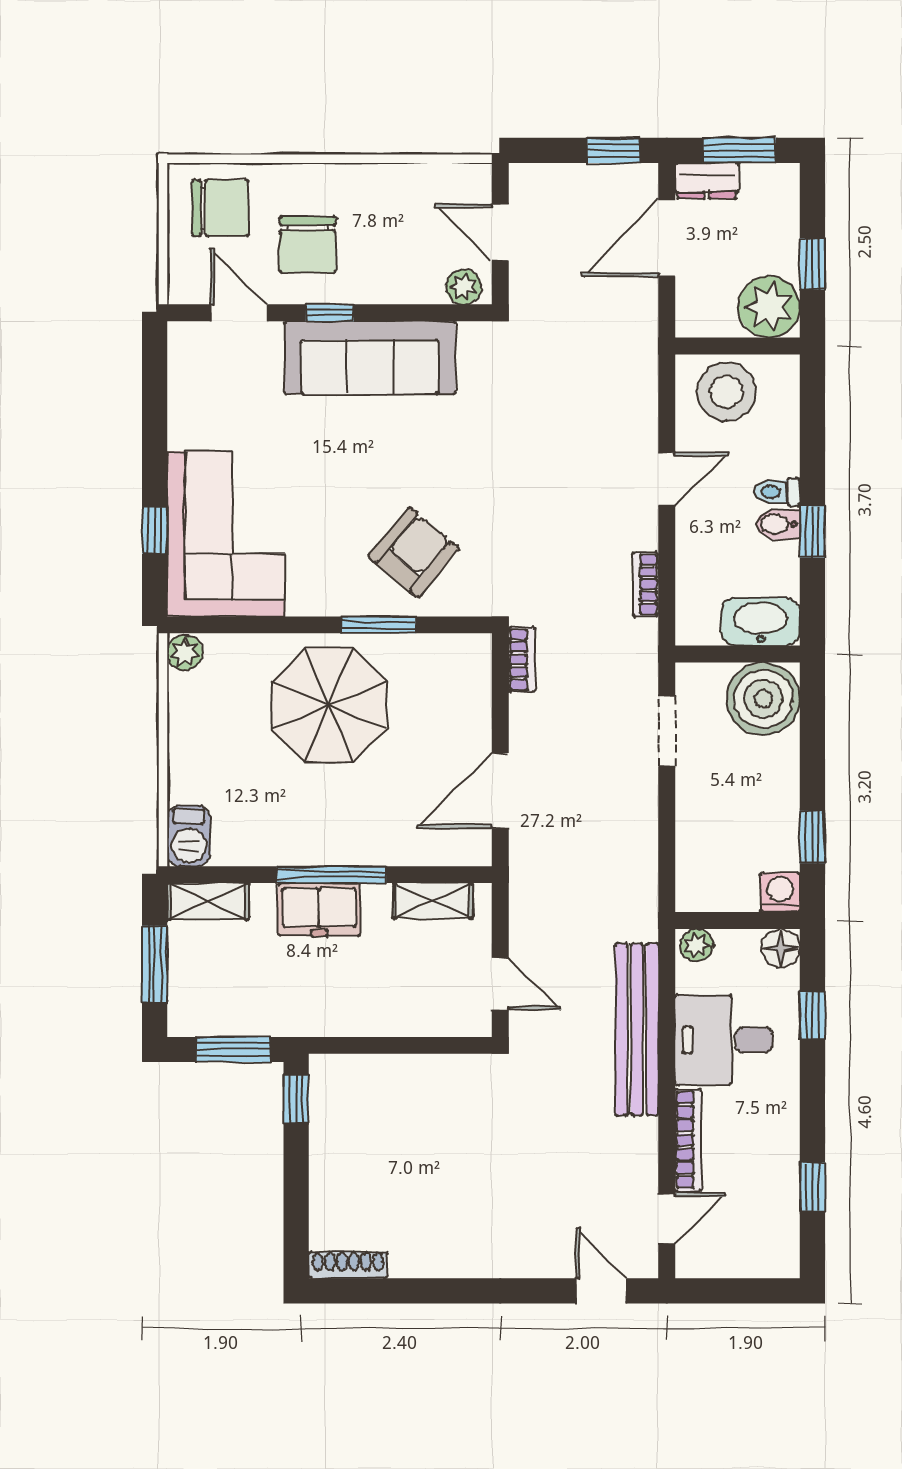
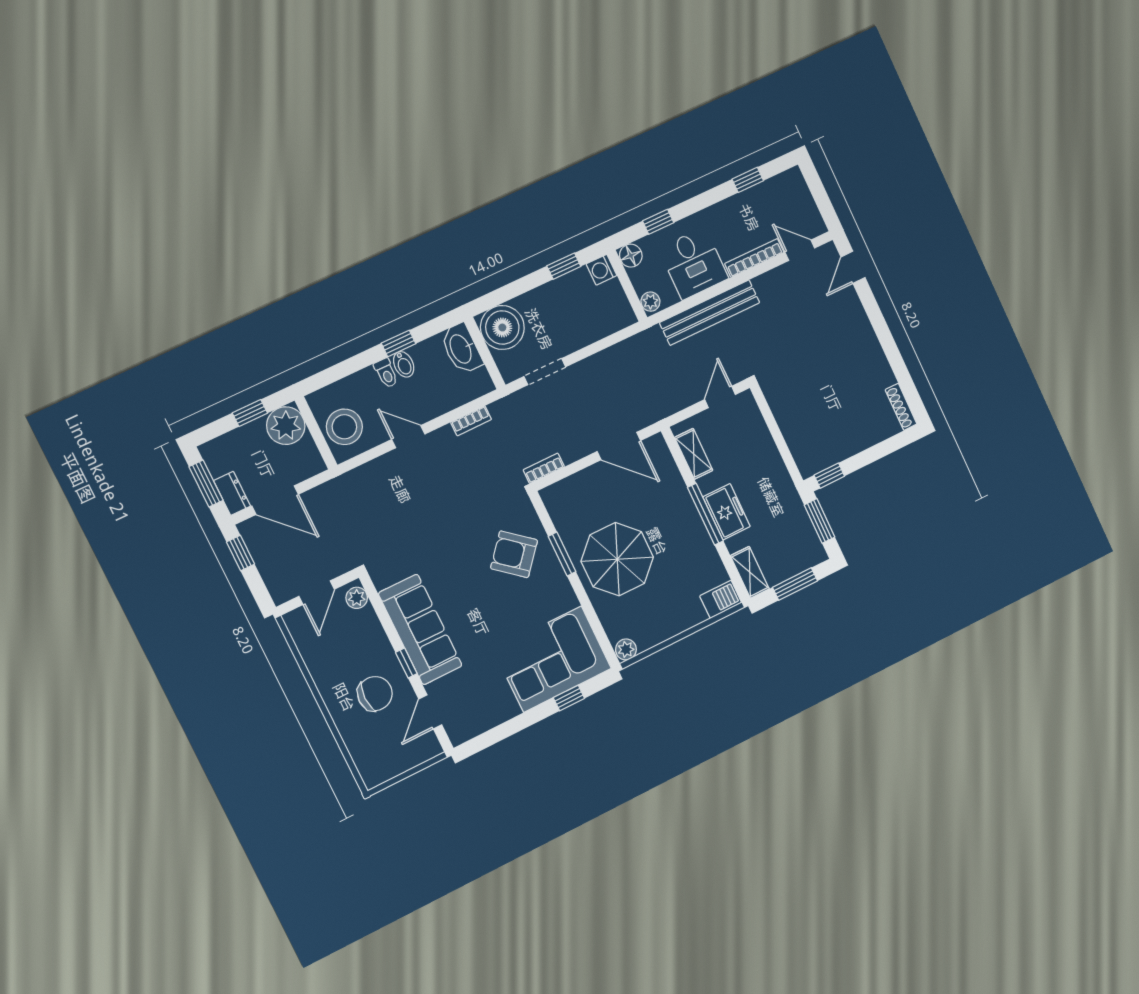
chair: (220, 208) -> (378, 750), removed

